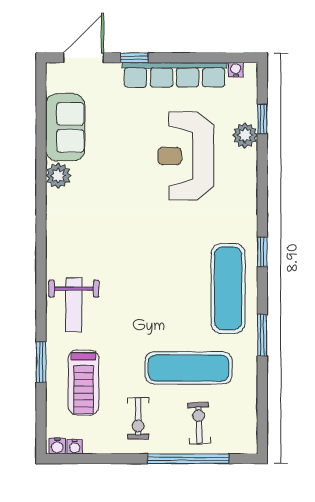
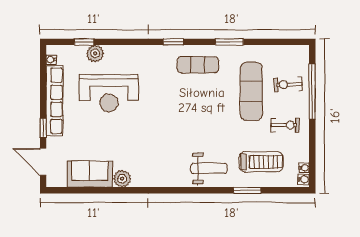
exercise mat: (228, 288) -> (198, 65), width x0.73, depth x0.69

